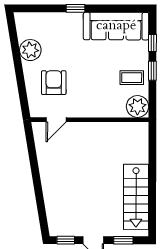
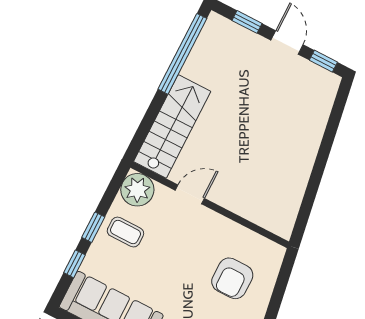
door: (56, 120) -> (190, 194), moved
stairs: (136, 197) -> (172, 126), moved
window: (152, 201) -> (182, 54), added

